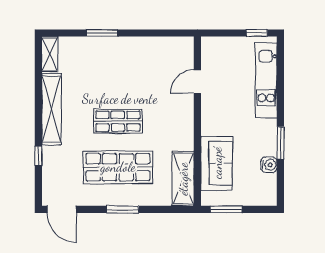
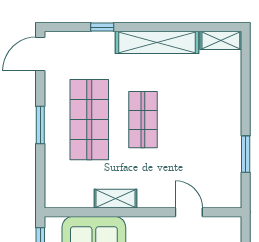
window: (102, 33) -> (246, 154), moved
shelving: (183, 179) -> (115, 199), moved, width x0.67, depth x0.75

